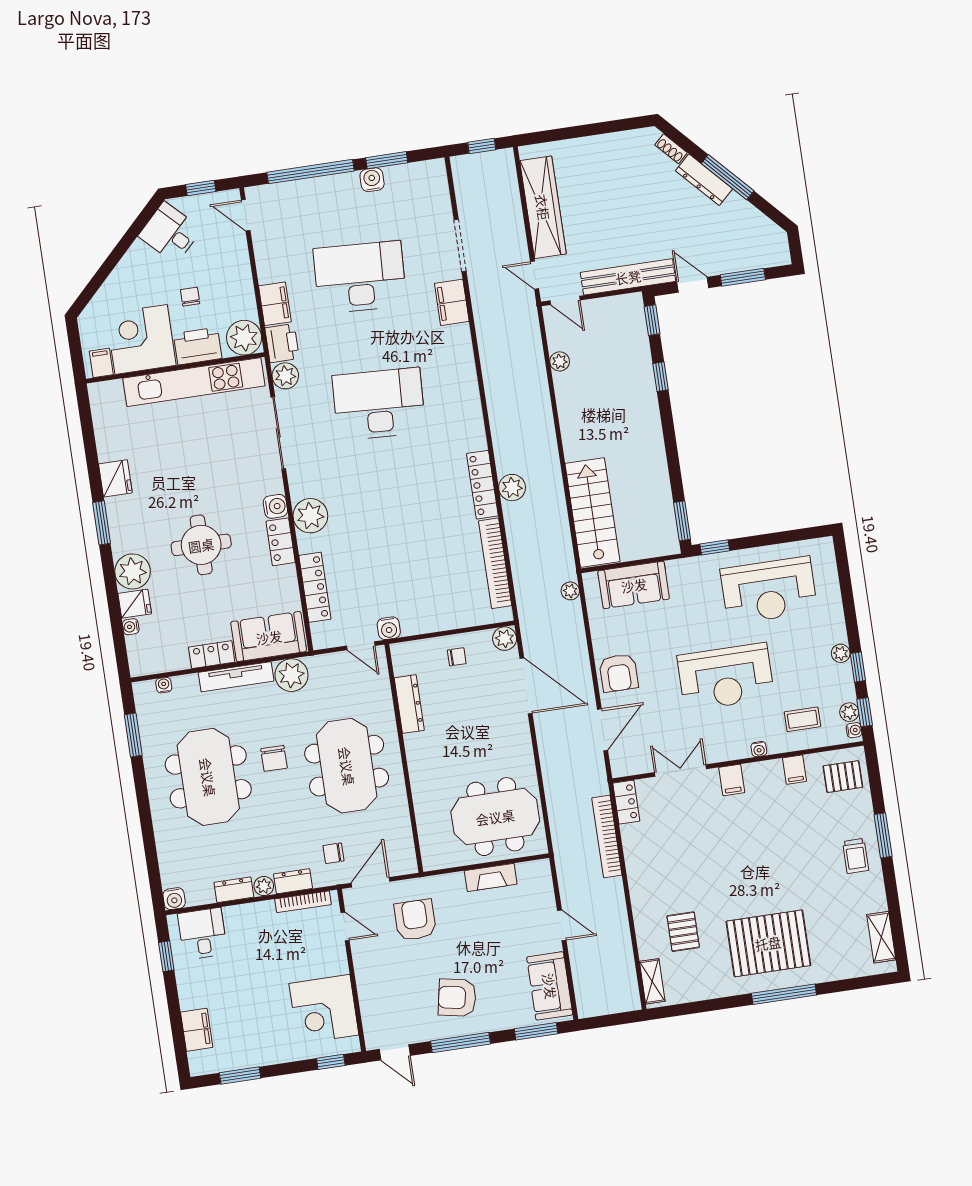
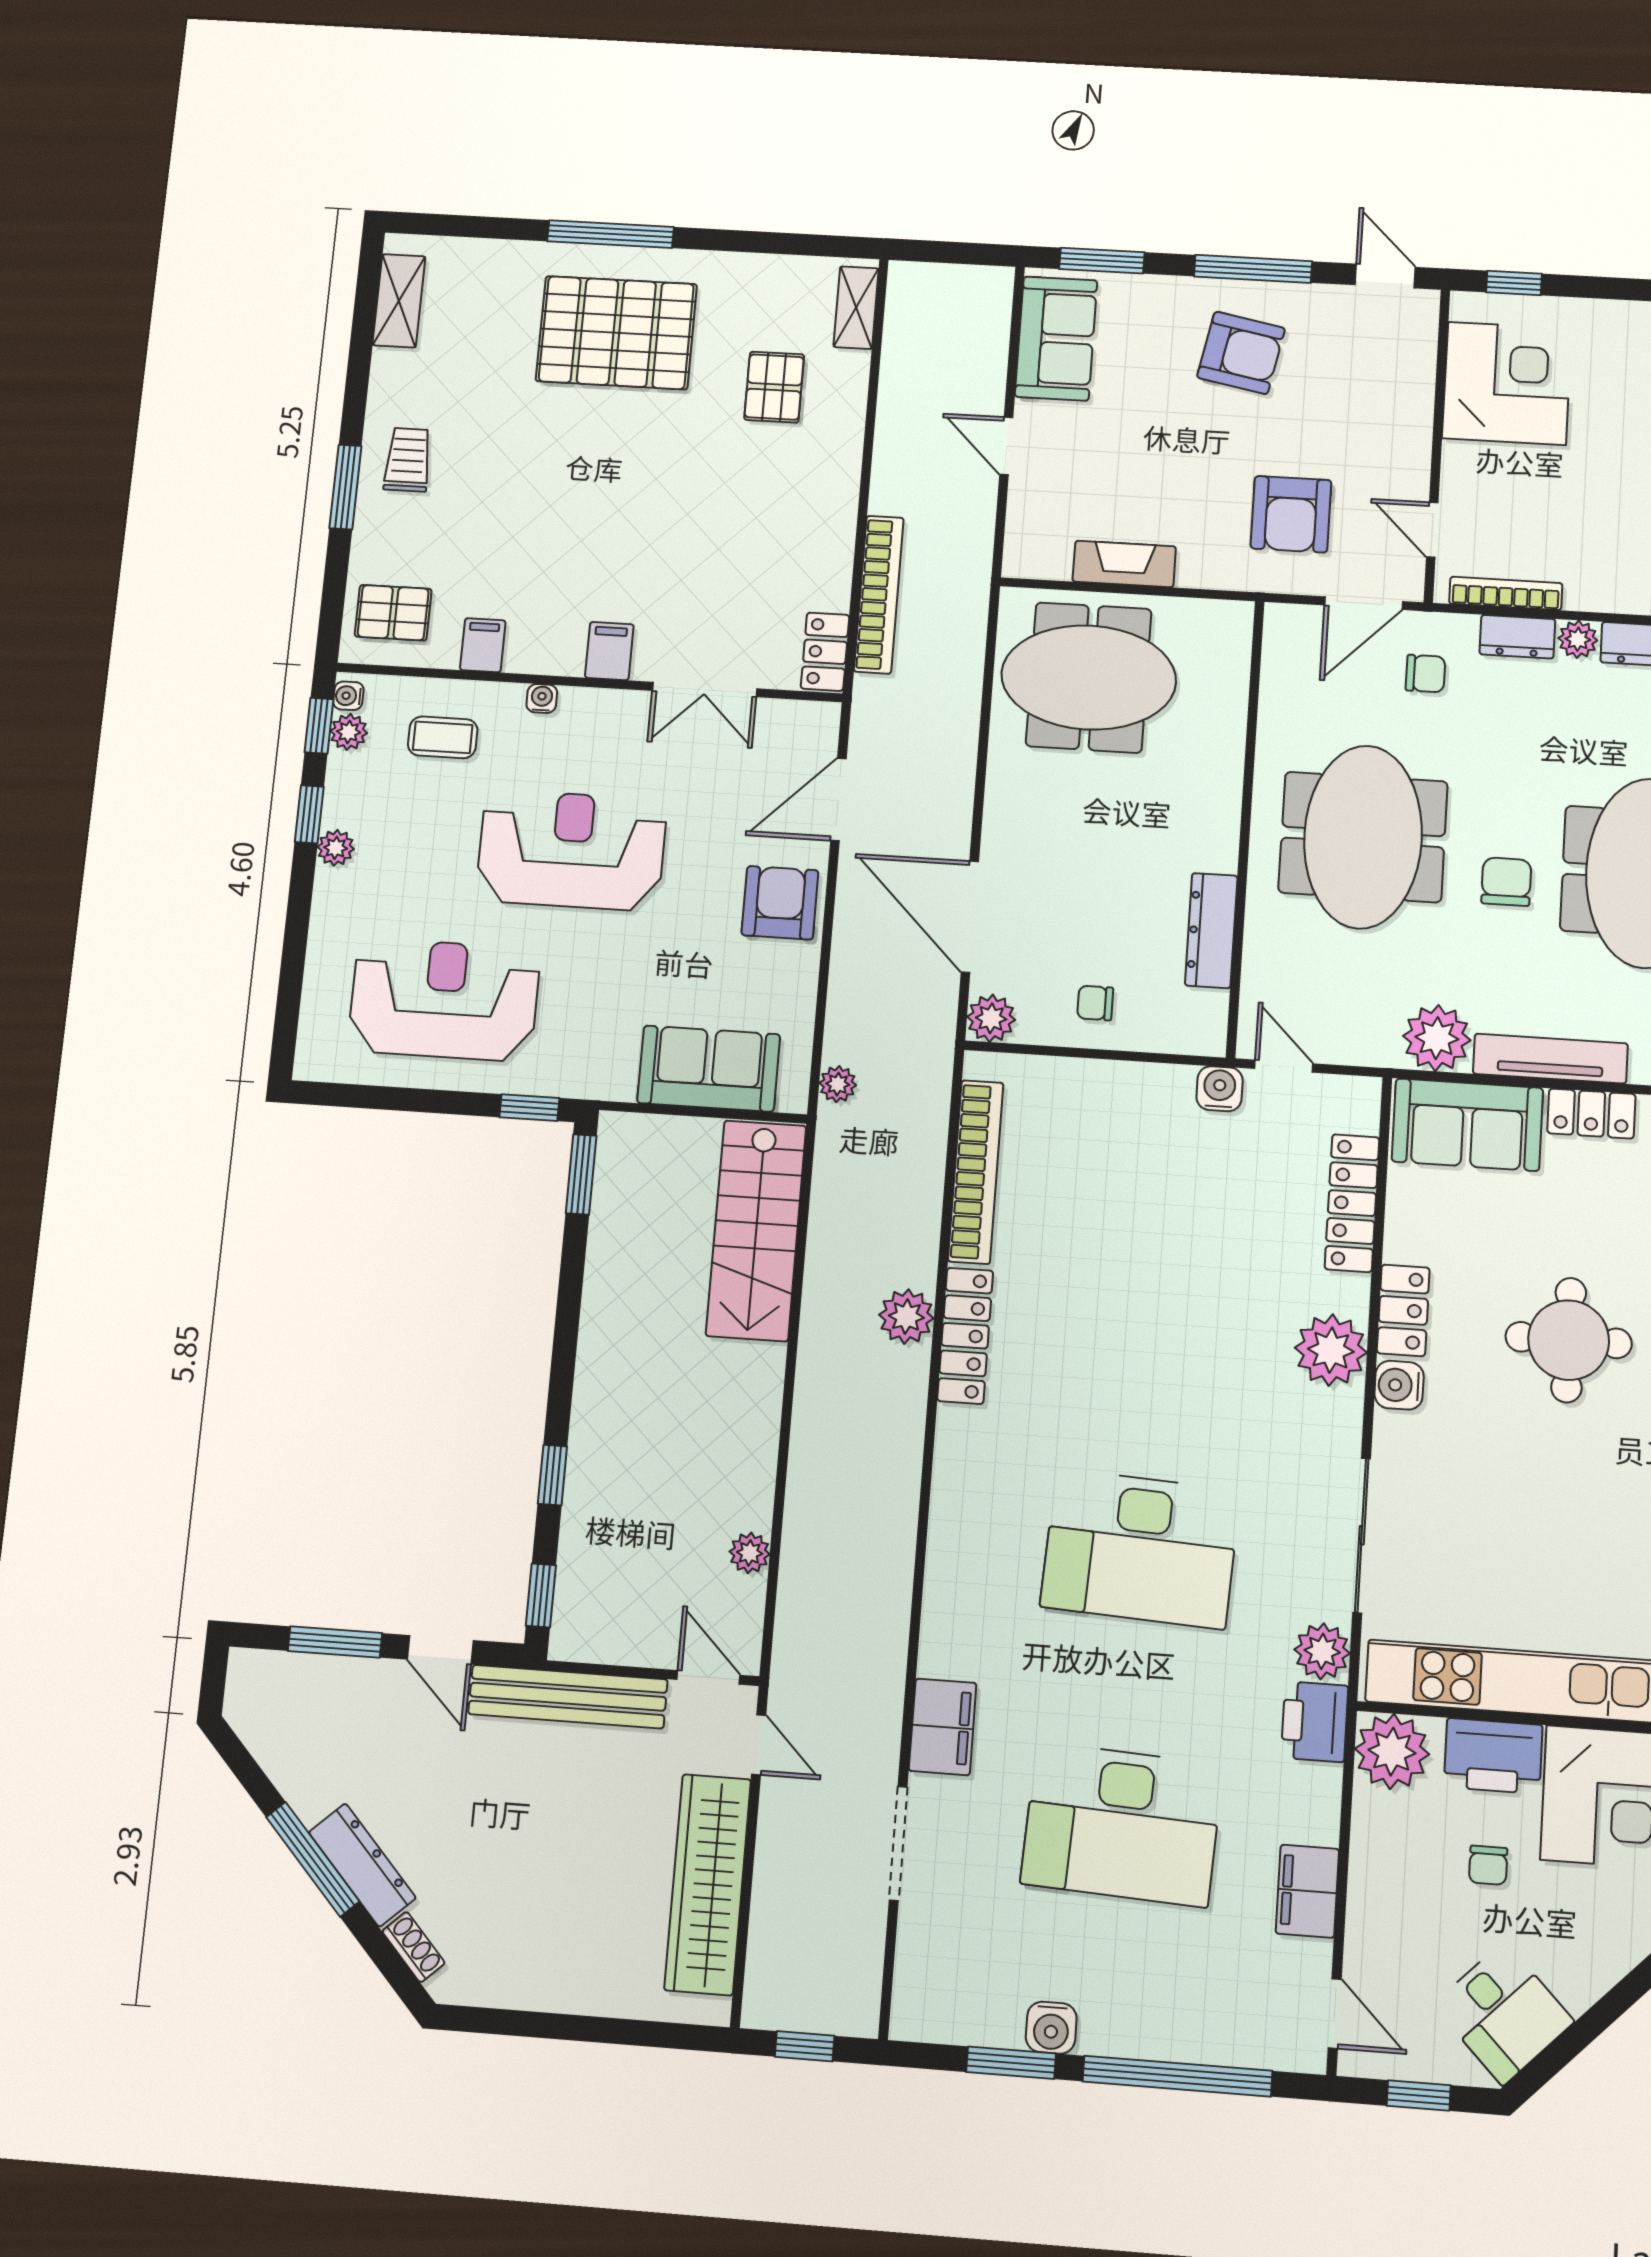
filing cabinet: (275, 304) -> (1307, 1891), moved

